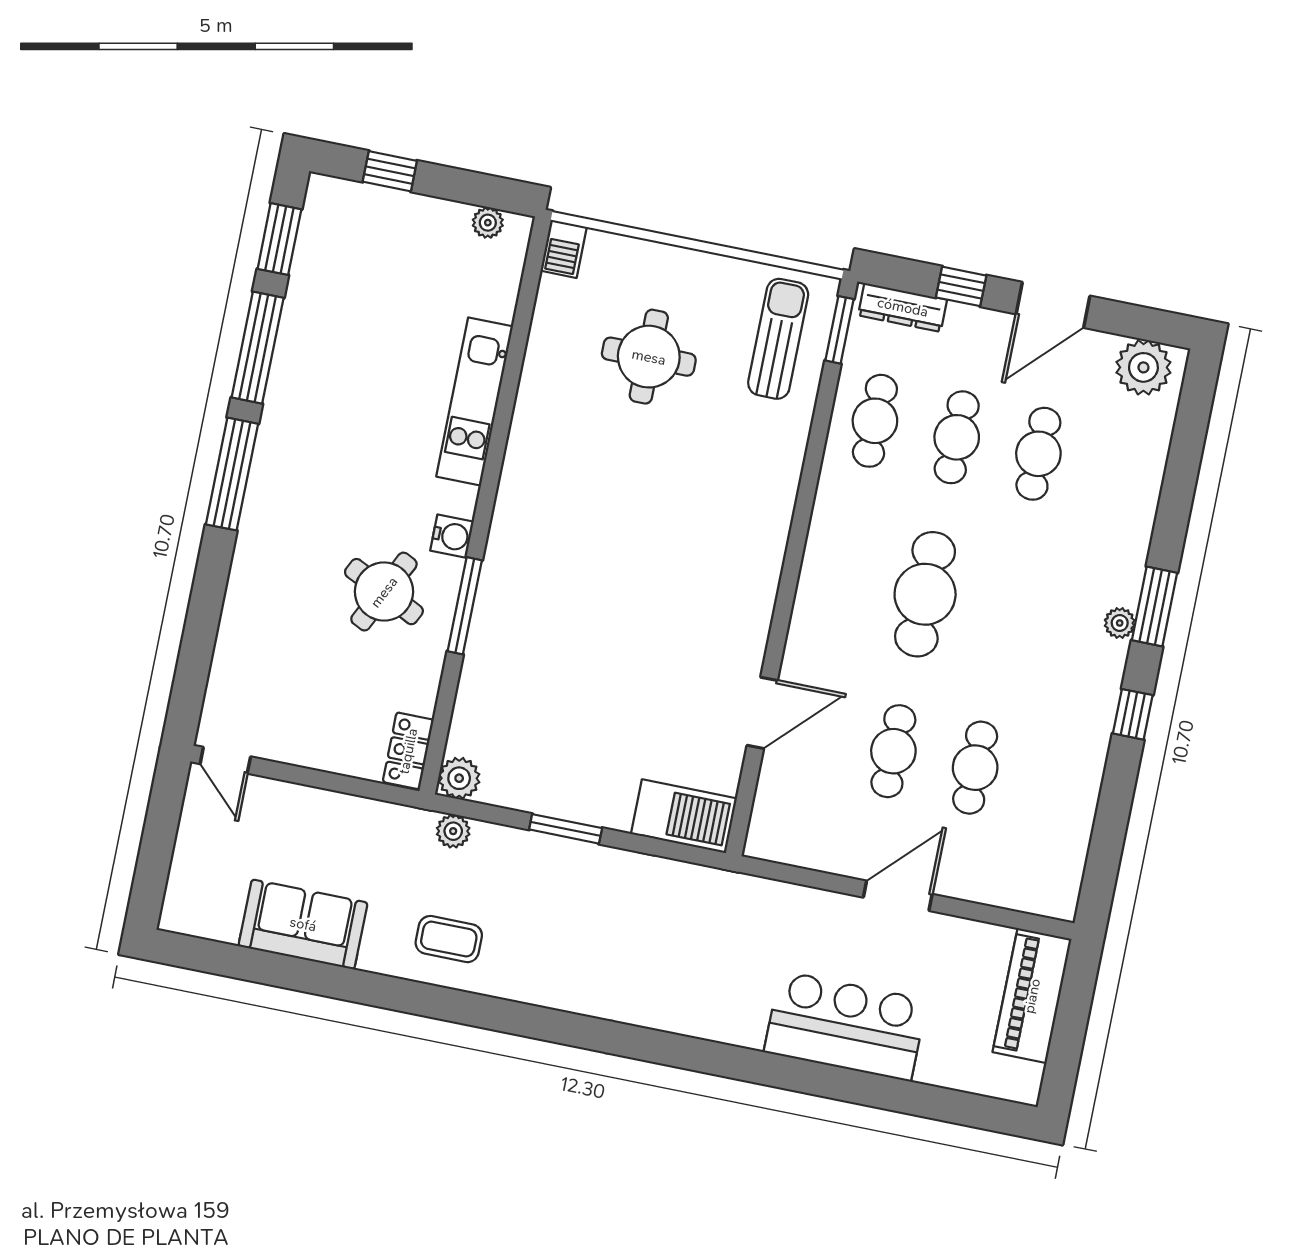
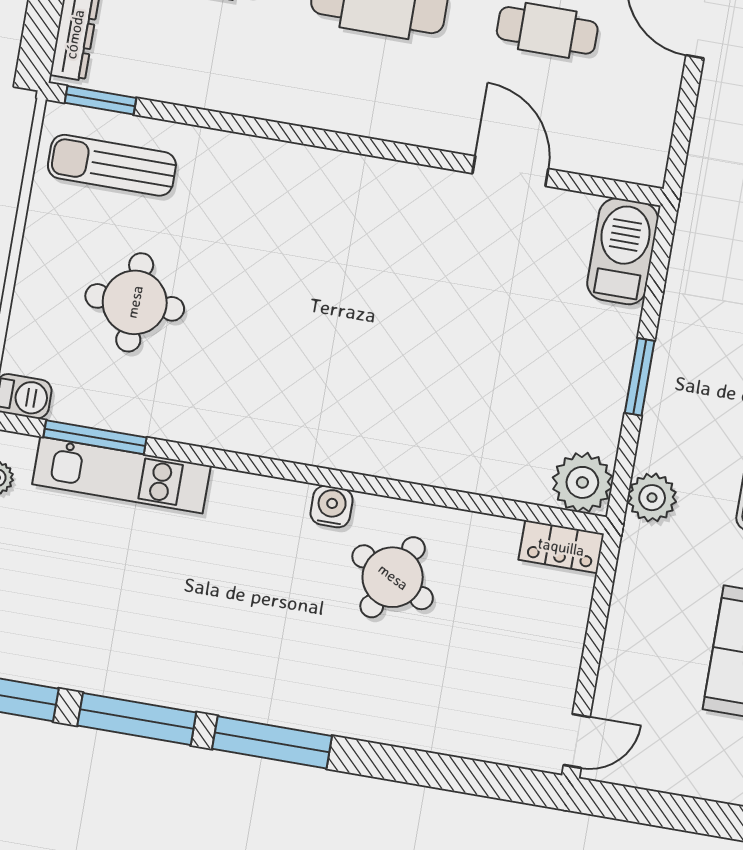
kitchen unit: (475, 401) -> (121, 475), moved
cafe table: (875, 421) -> (196, 60), removed
window: (465, 606) -> (95, 437), moved
plant: (459, 778) -> (582, 482), width x1.36, depth x1.36
plant: (453, 831) -> (652, 498), width x1.38, depth x1.38

